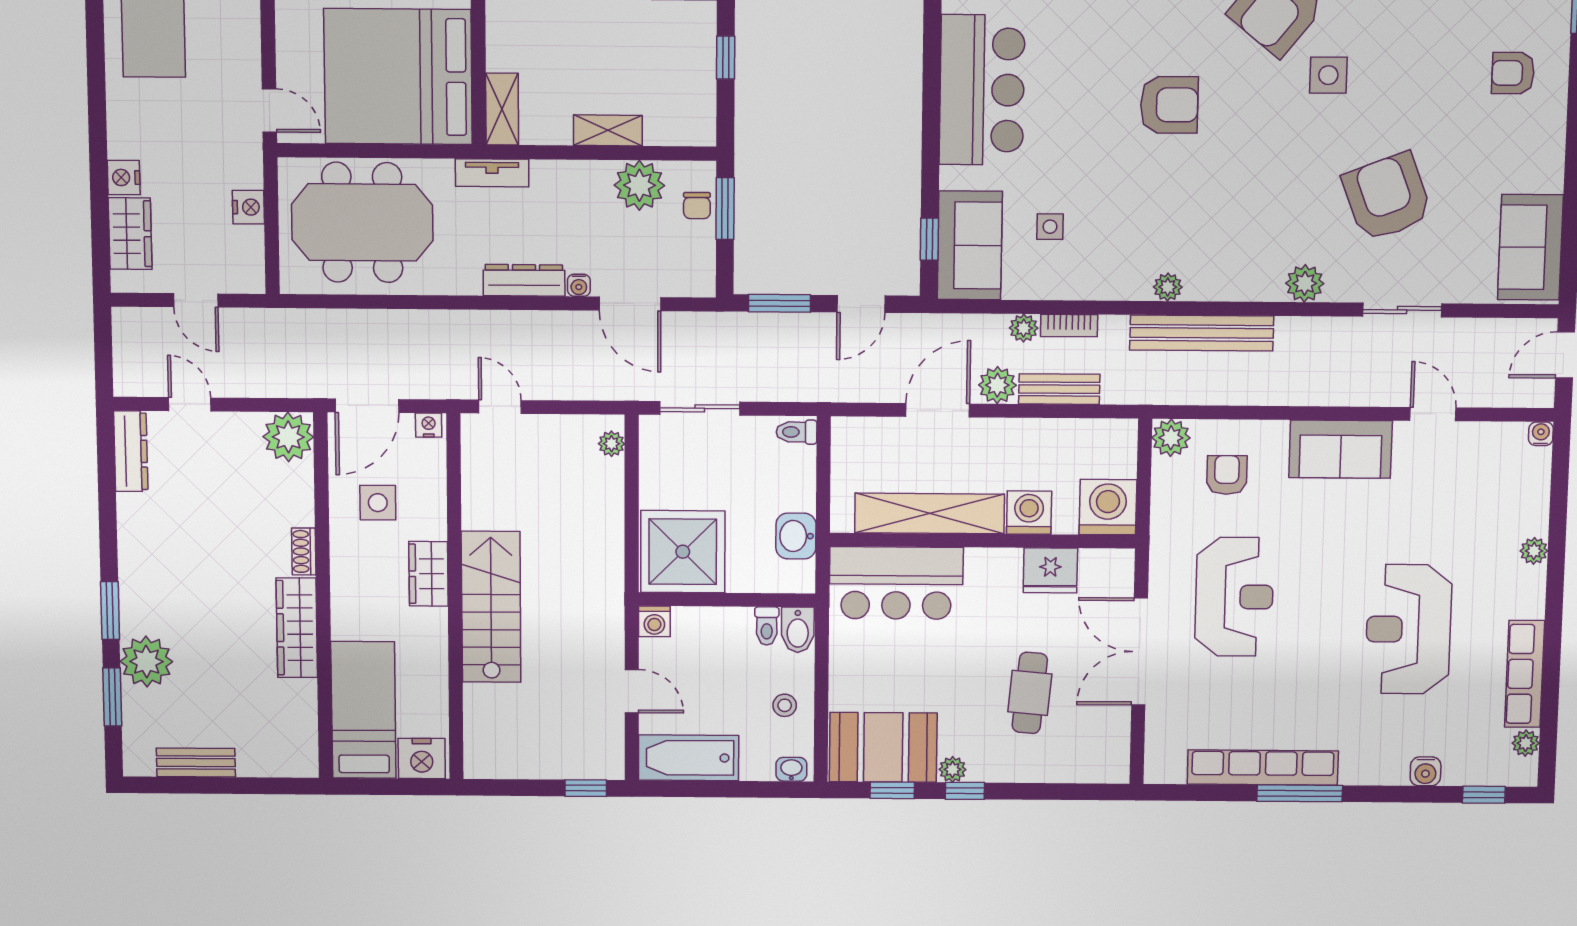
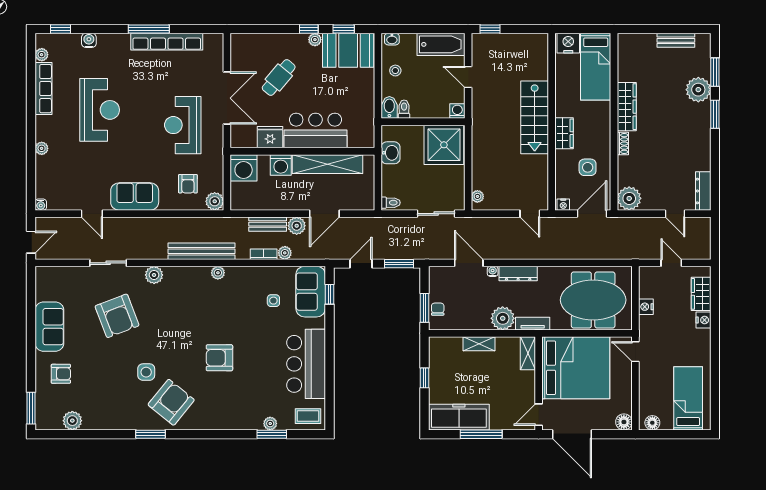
plant: (639, 185) -> (503, 318), moved
sofa: (1530, 247) -> (49, 327), moved
bar counter: (896, 583) -> (315, 130), moved
cafe table: (1030, 693) -> (279, 78), turned 35

